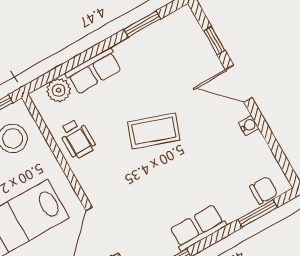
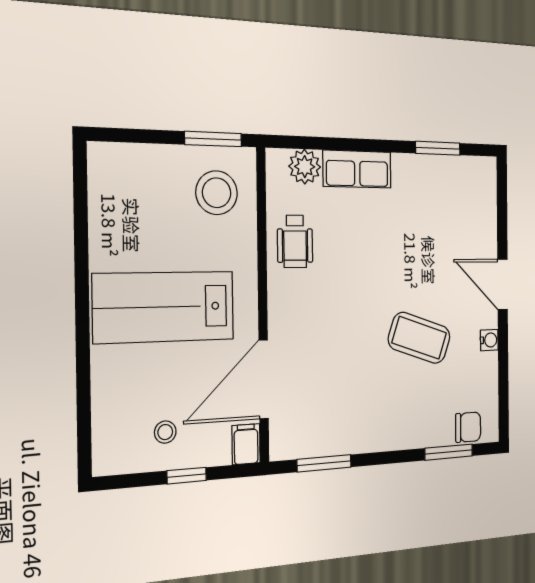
window: (214, 41) -> (502, 218), removed
coffee table: (154, 131) -> (419, 338), moved
row of seats: (198, 228) -> (377, 435), removed

